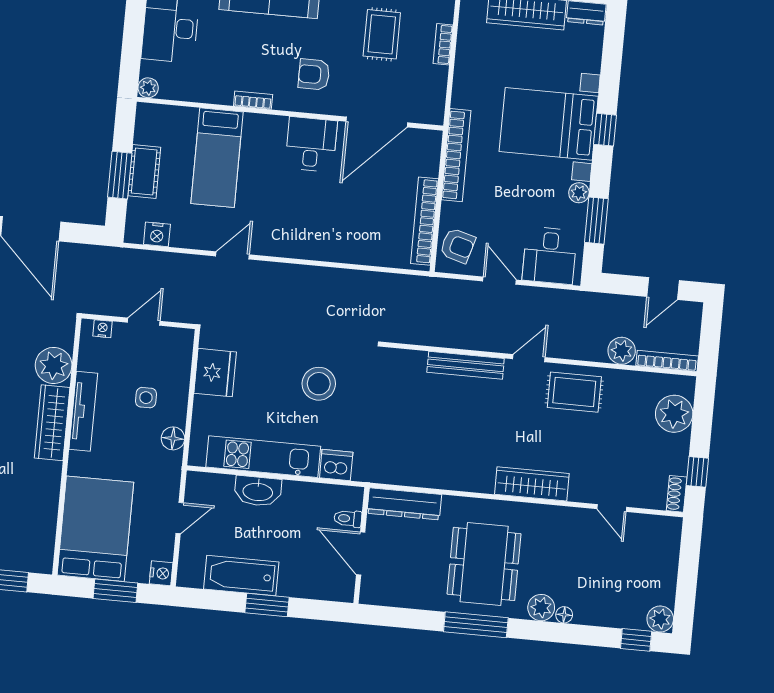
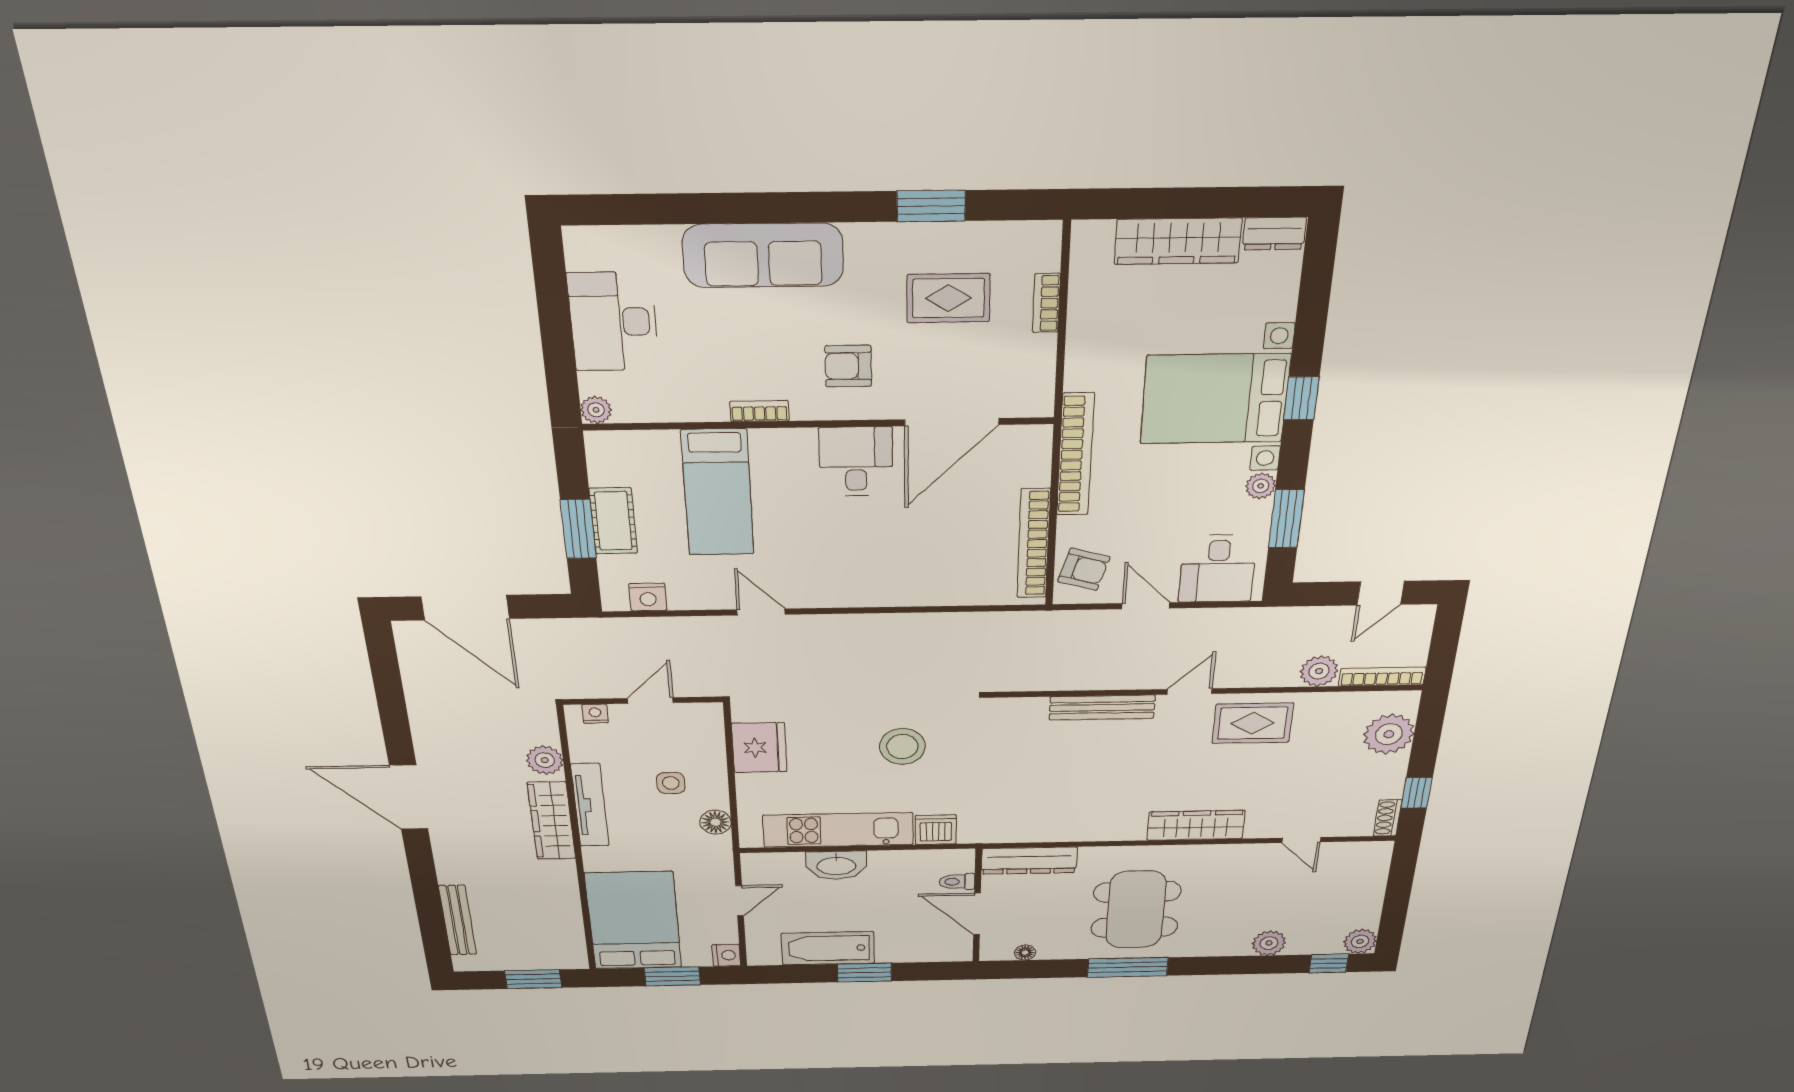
rug: (382, 34) -> (948, 298), turned 90
door: (233, 255) -> (761, 612), hinge flipped
plant: (54, 365) -> (545, 760), width x0.73, depth x0.73
plant: (541, 608) -> (1269, 943), moved
floor lamp: (564, 615) -> (1025, 953), moved

